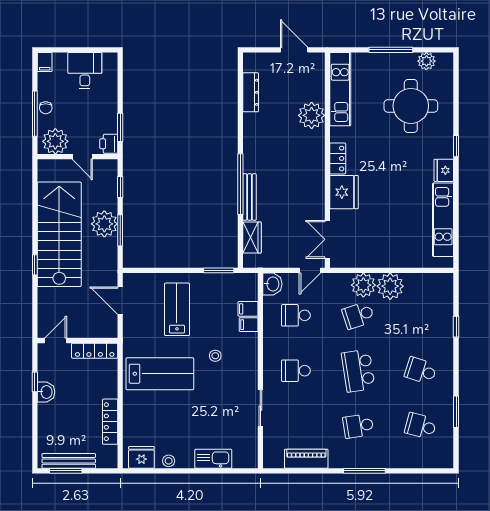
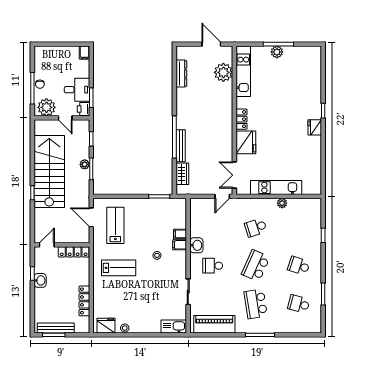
plant: (426, 61) -> (277, 52), moved
filing cabinet: (45, 62) -> (84, 53), moved
desk: (85, 71) -> (77, 90), moved, turned 90
round table: (411, 106) -> (292, 83), removed
plant: (312, 115) -> (223, 72), moved
kitchen unit: (443, 220) -> (276, 188), moved, turned 90
plant: (104, 224) -> (85, 164), width x0.53, depth x0.53
washbasin: (272, 284) -> (196, 245), moved
plant: (363, 285) -> (259, 207), removed
plant: (390, 286) -> (282, 203), width x0.53, depth x0.53
lab bench: (177, 309) -> (115, 225), moved
filing cabinet: (248, 309) -> (180, 245), moved
school desk: (296, 315) -> (213, 228), removed
school desk: (358, 371) -> (256, 266), turned 33
lab bench: (160, 374) -> (119, 268), width x0.73, depth x0.72
school desk: (358, 426) -> (256, 304), width x1.85
kitchen sink: (213, 459) -> (174, 327), moved
piano: (306, 459) -> (214, 324), width x1.37, depth x1.33

